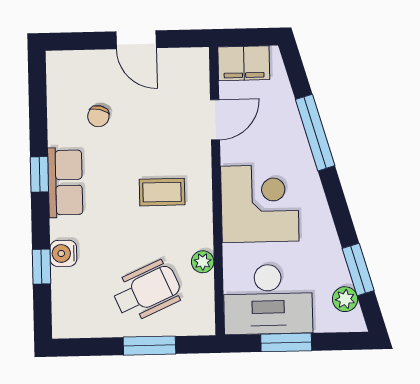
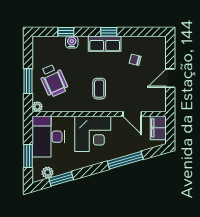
plant: (203, 262) -> (37, 107), moved
window: (286, 342) -> (28, 156), moved

